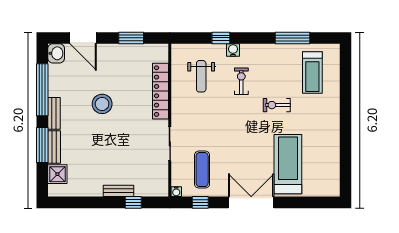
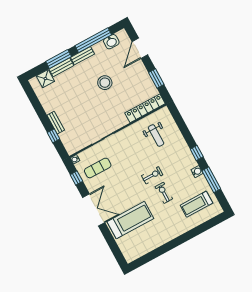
window: (221, 38) -> (197, 153), moved
water cooler: (233, 50) -> (197, 172), moved
washbasin: (56, 53) -> (111, 42), moved
weight bench: (201, 76) -> (156, 135), turned -90
exercise bike: (241, 81) -> (152, 175), moved
locker: (160, 91) -> (145, 108), moved

